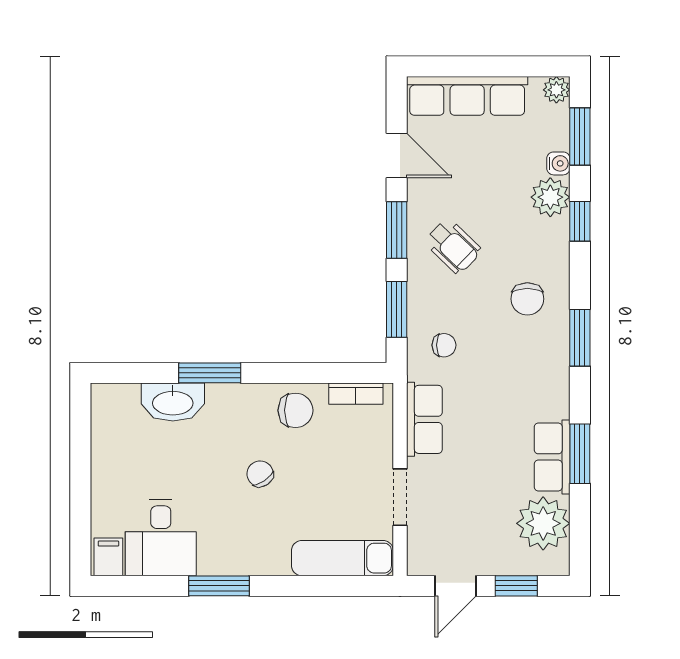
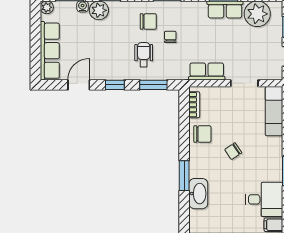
window: (397, 230) -> (115, 85), width x0.67
wheelchair: (453, 246) -> (144, 55), moved, turned -44
chair: (444, 345) -> (170, 37), moved
chair: (295, 410) -> (202, 134), turned 90

